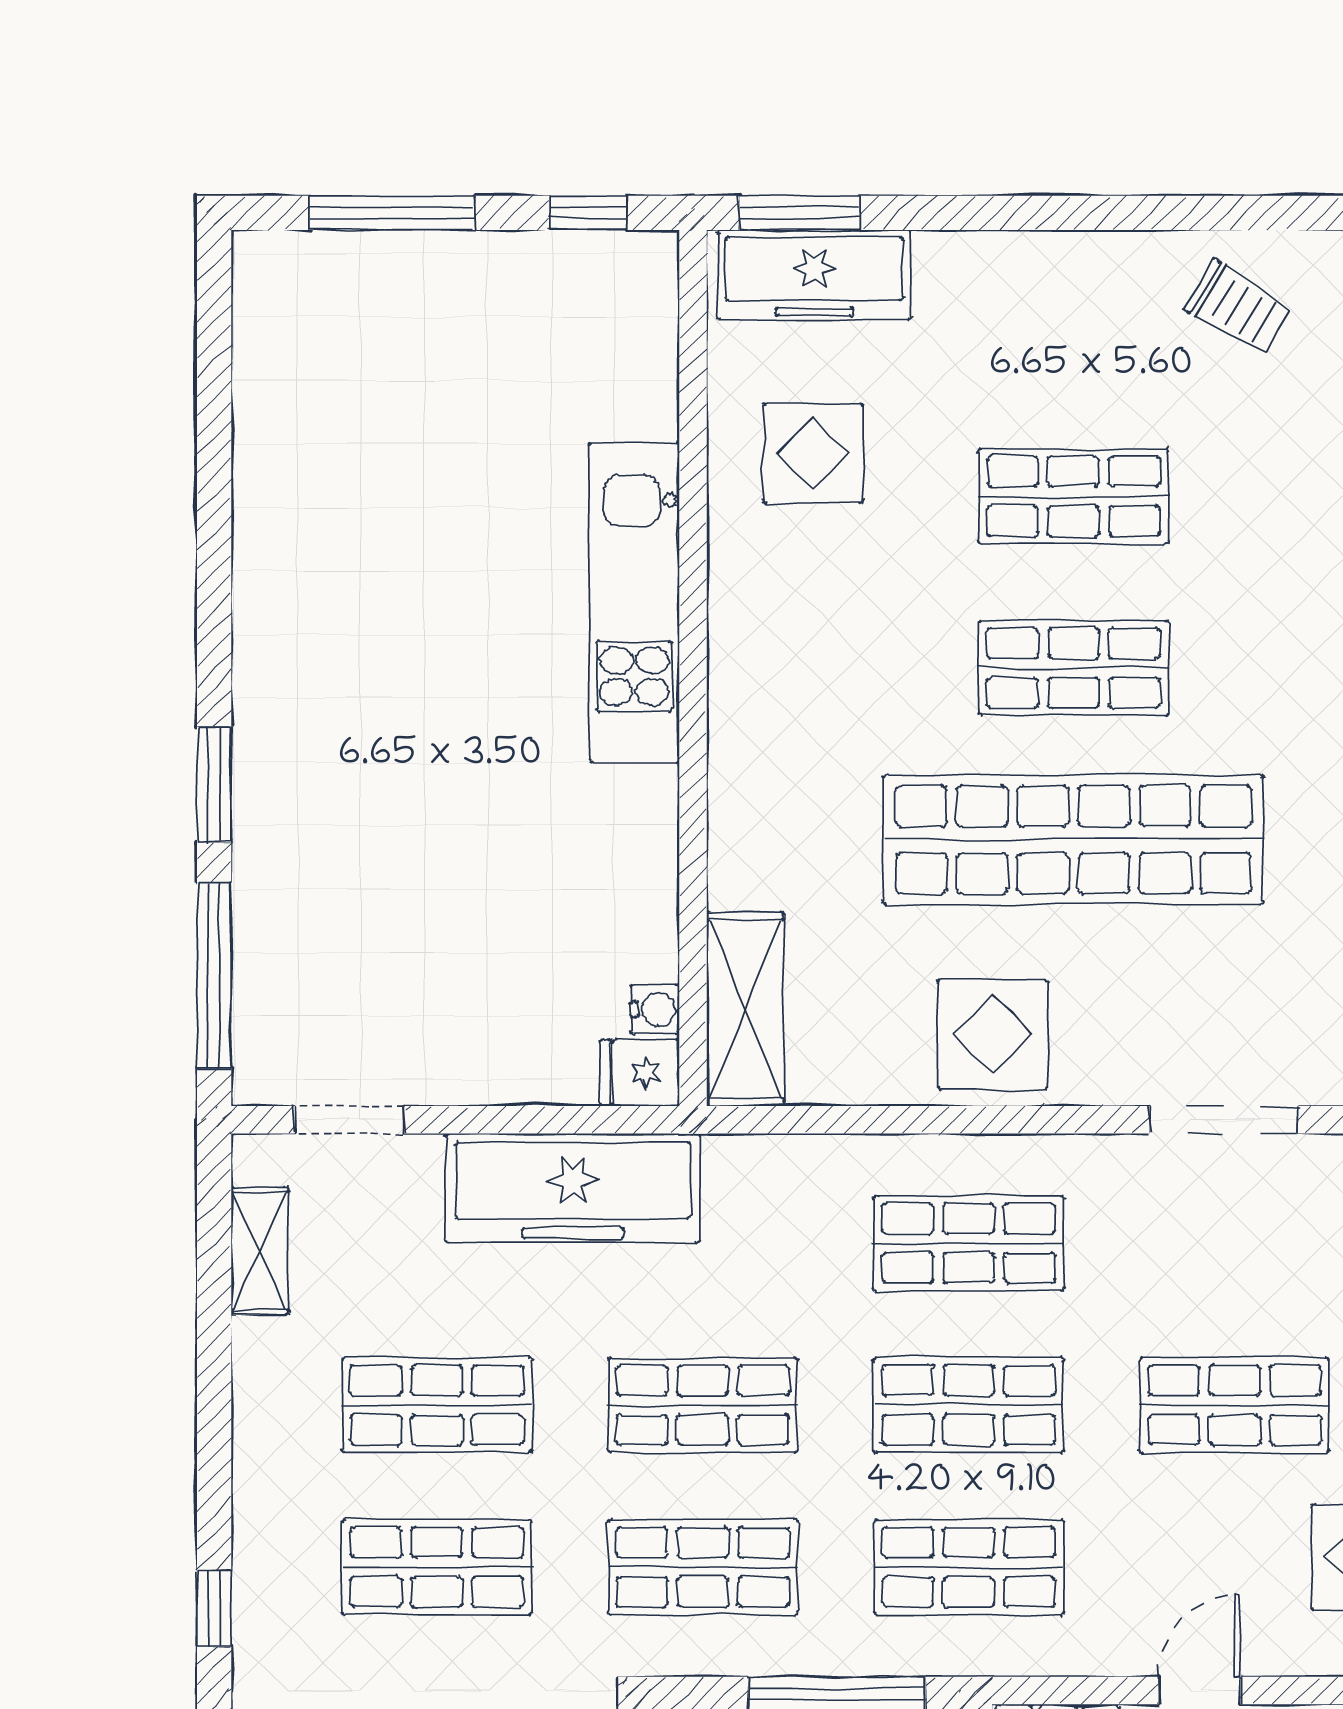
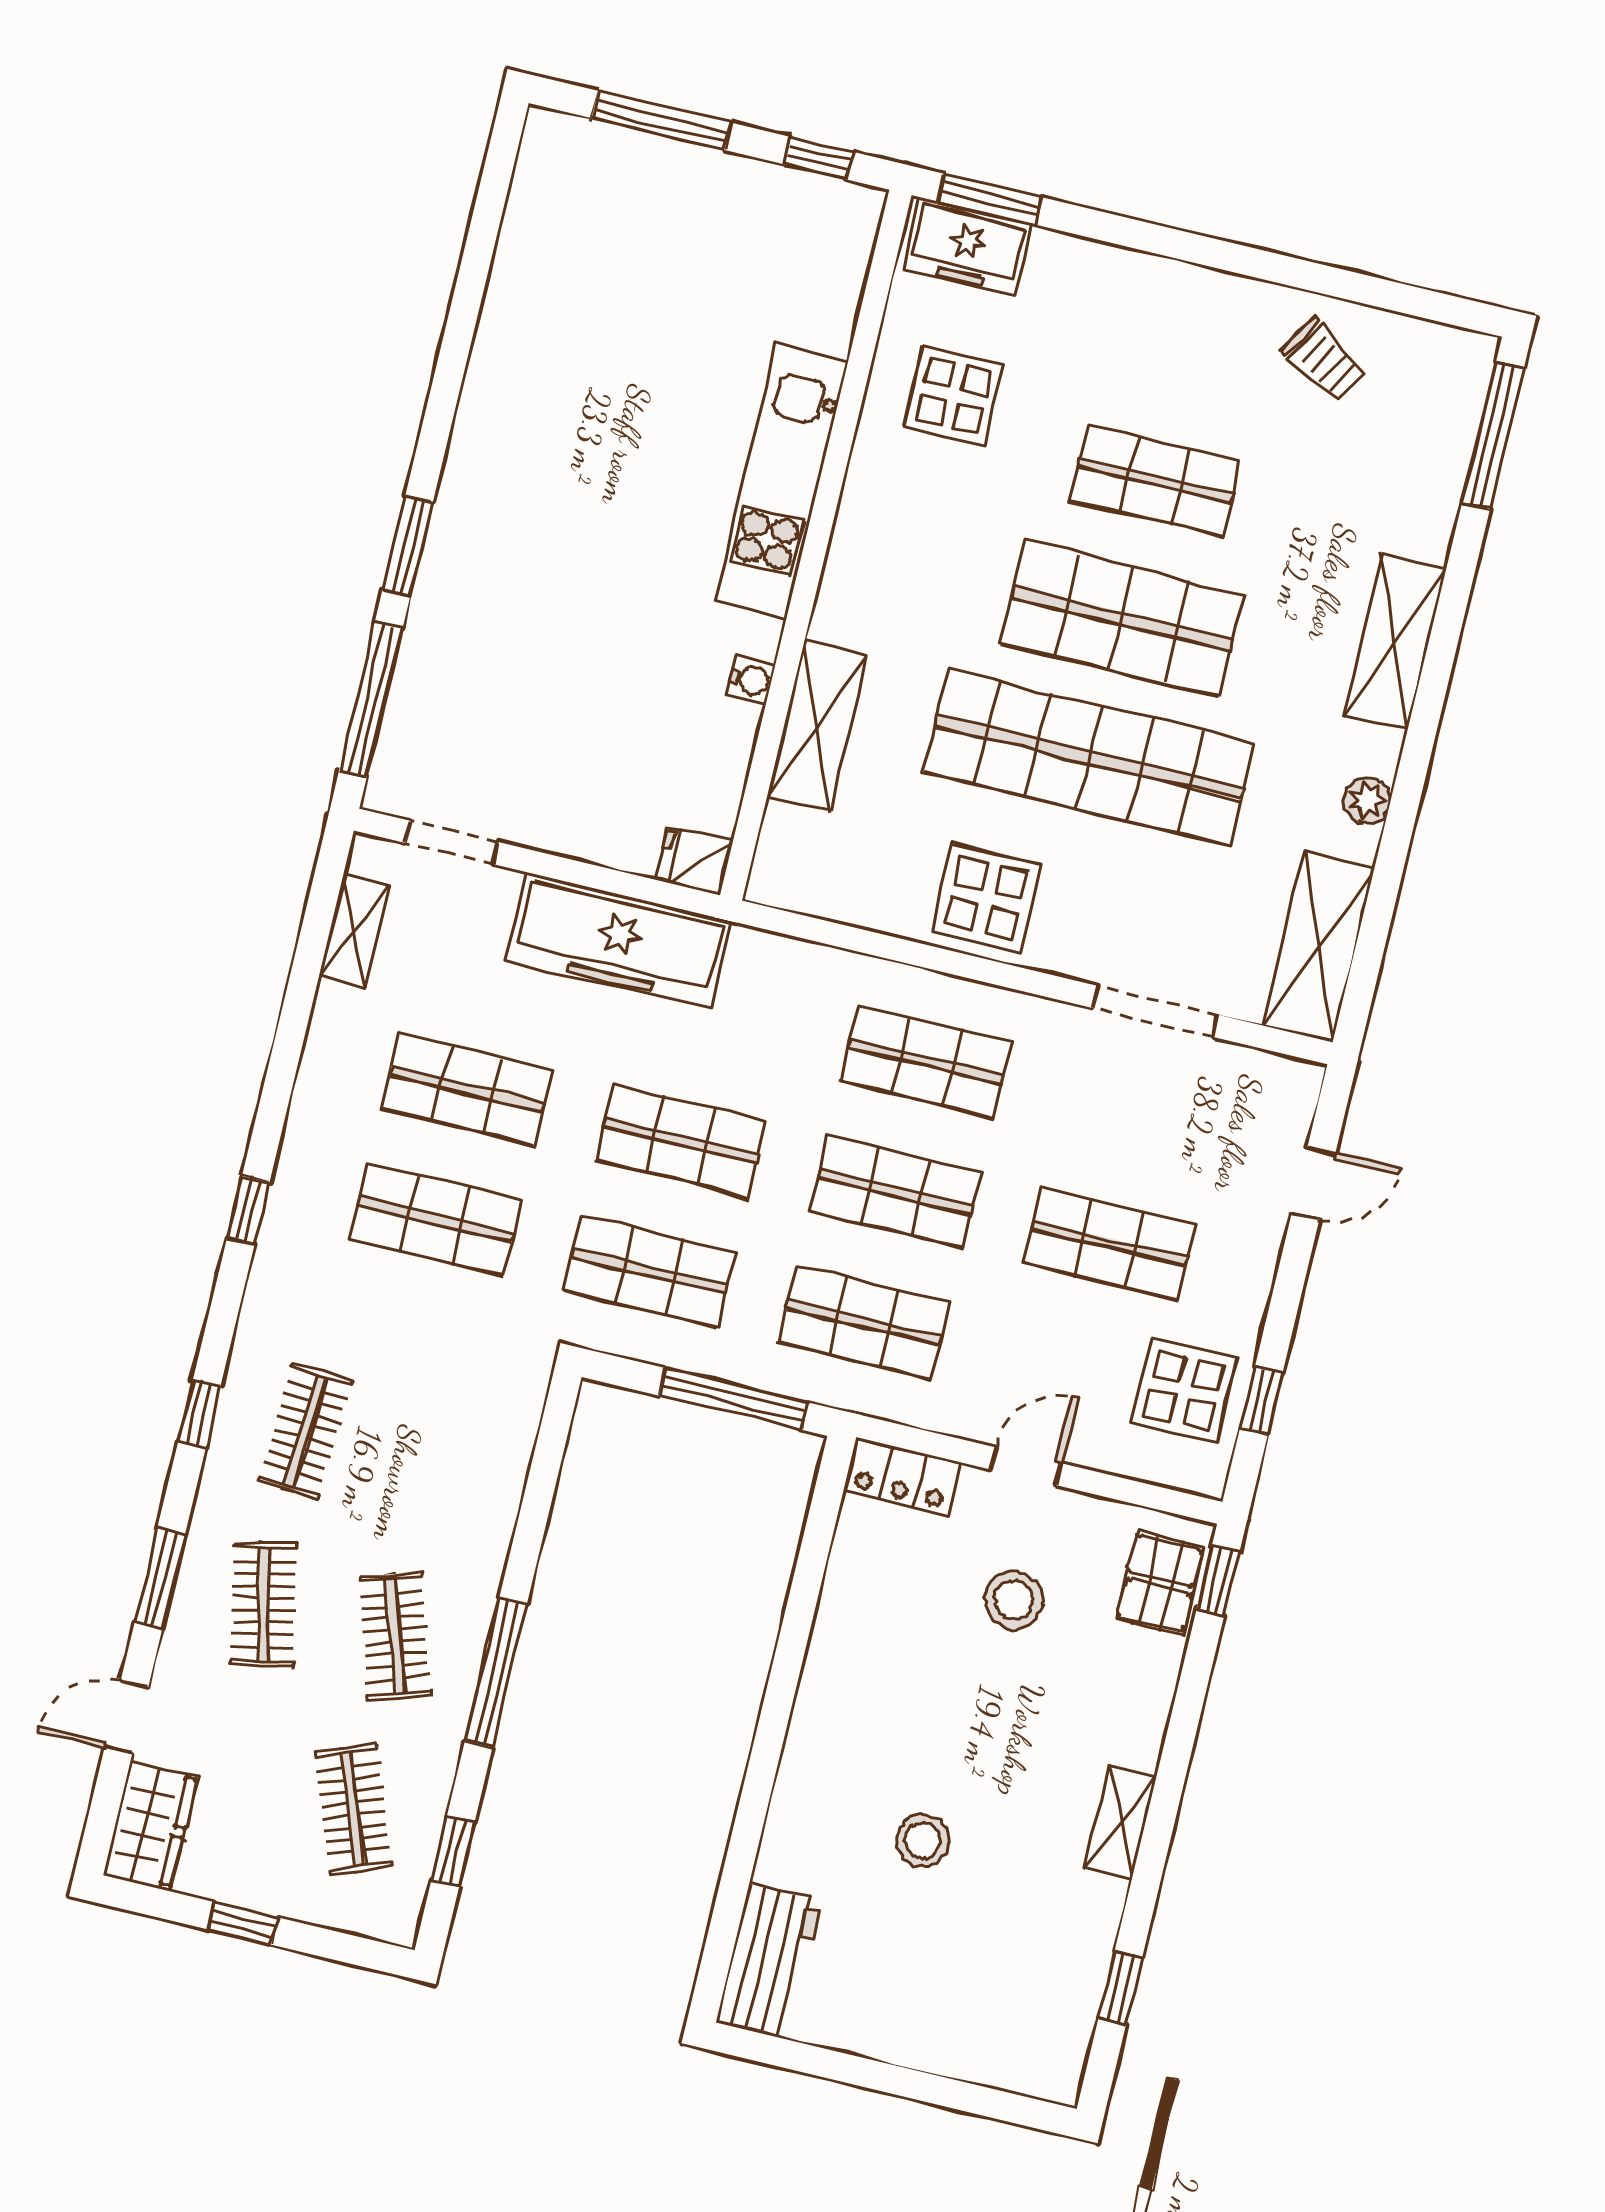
freezer: (814, 275) -> (967, 247), width x0.71
shop shelf: (1073, 668) -> (1122, 619), width x1.43, depth x1.36
water cooler: (655, 1009) -> (751, 680), moved
shelving: (745, 1009) -> (817, 726), moved

